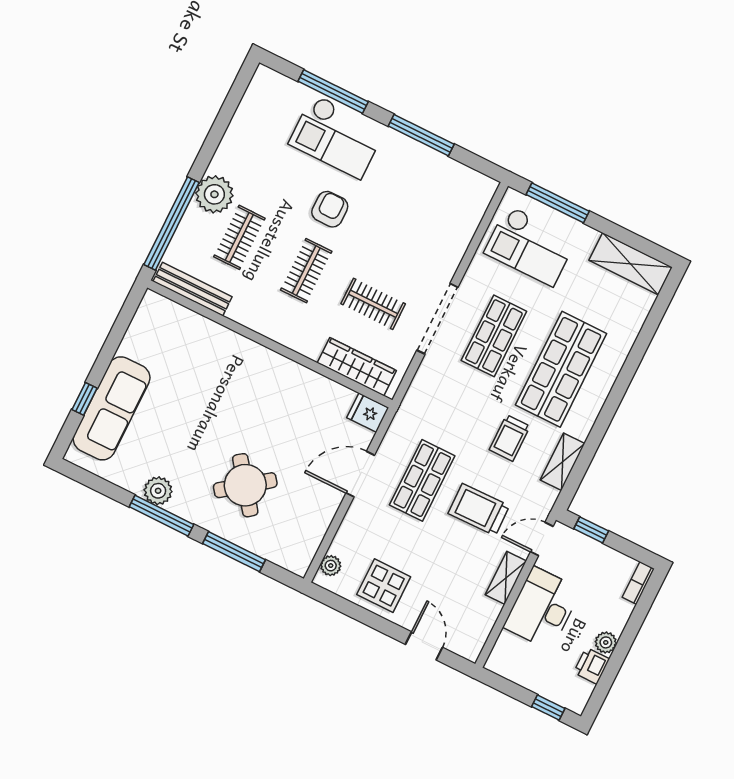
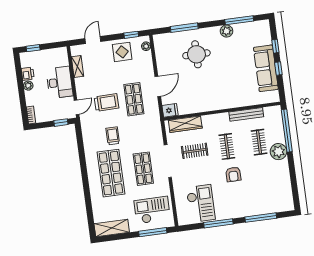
checkout: (337, 136) -> (201, 203), moved, turned 90
bench: (193, 289) -> (246, 114), moved
window: (108, 353) -> (278, 68), added
sofa: (112, 408) -> (266, 68), moved
shelving: (563, 462) -> (88, 140), removed
round table: (245, 485) -> (196, 54), turned 37
window: (161, 516) -> (239, 20), moved
shelving: (506, 578) -> (78, 66), moved
window: (344, 606) -> (131, 35), added
door: (424, 646) -> (93, 40), swing flipped

